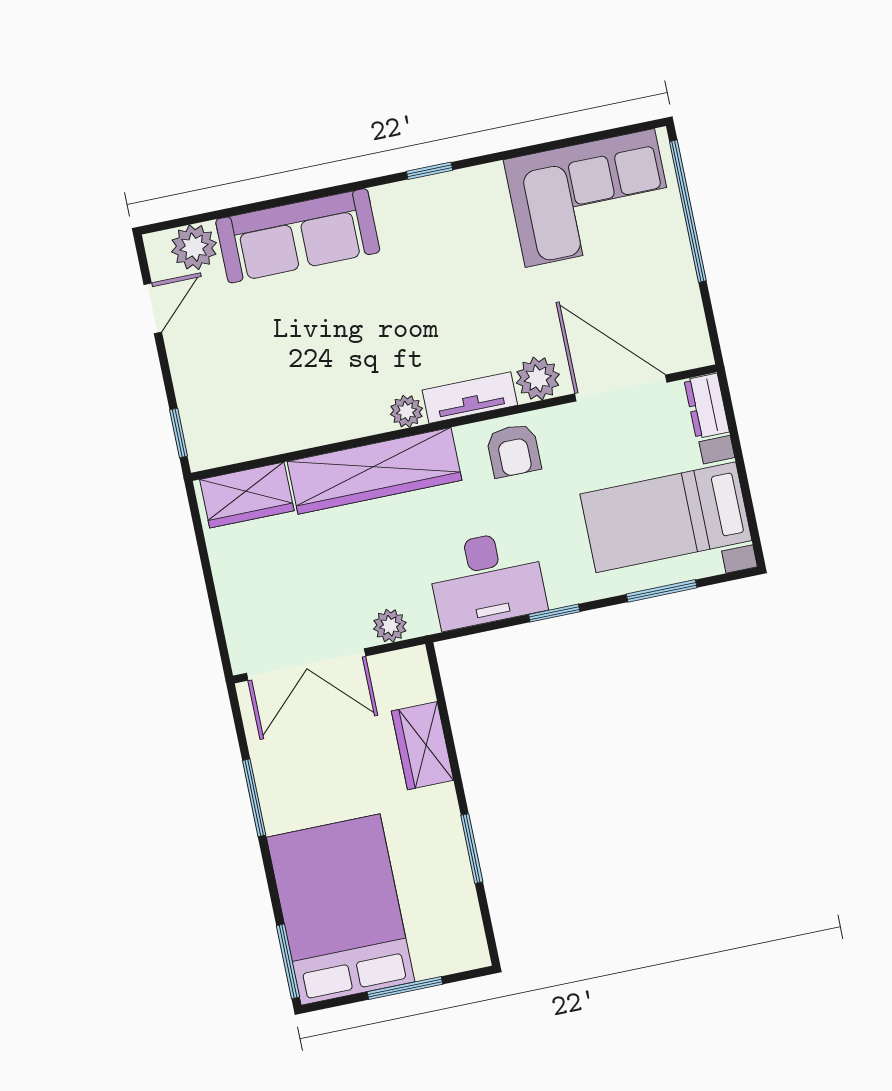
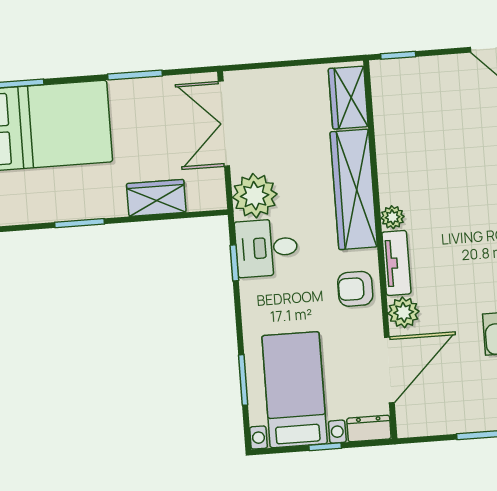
window: (740, 464) -> (325, 447), added
desk: (487, 579) -> (267, 248), width x0.73
window: (554, 613) -> (234, 263), moved
plant: (390, 626) -> (255, 196), width x1.87, depth x1.87

